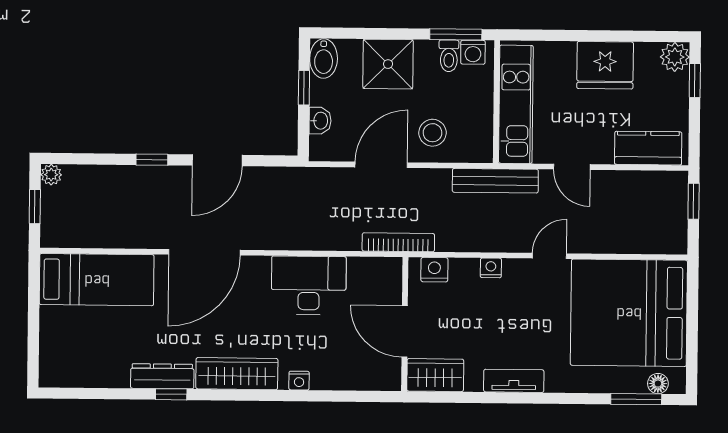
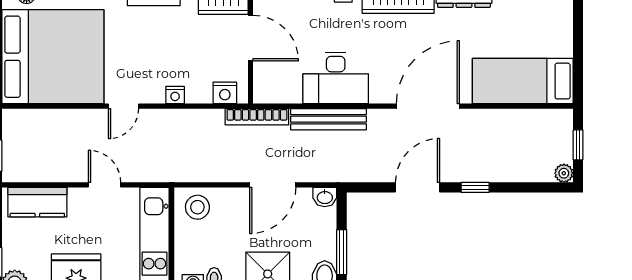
window: (304, 88) -> (342, 252), width x1.50
washbasin: (320, 121) -> (325, 197), moved, turned -90
stool: (432, 133) -> (197, 207), moved
bench: (495, 181) -> (328, 119), moved

